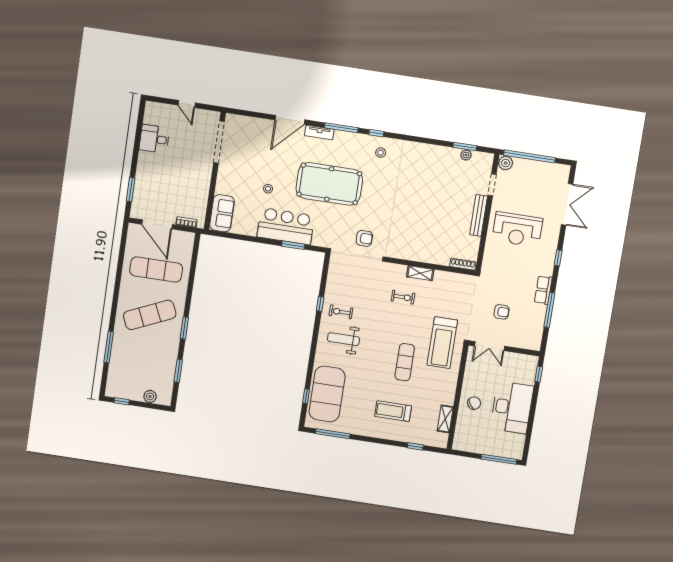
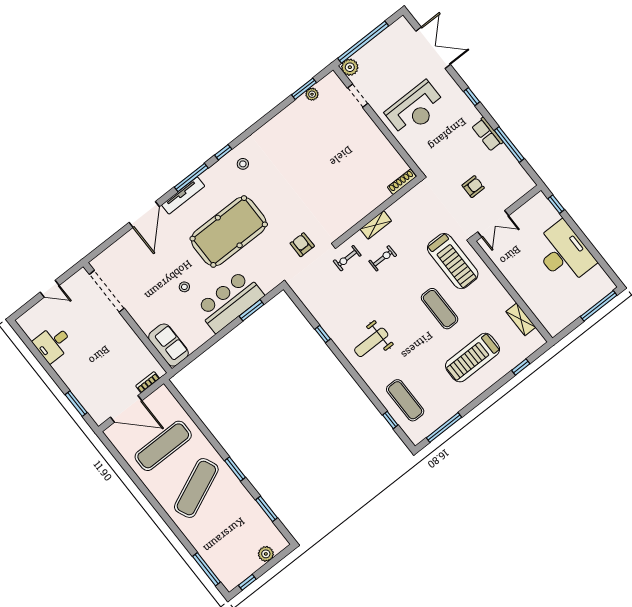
tv unit: (319, 133) -> (183, 196), width x1.41
bench: (479, 215) -> (373, 131), removed
armchair: (364, 238) -> (302, 245), turned -90
exercise bike: (341, 312) -> (347, 258), moved
window: (109, 347) -> (207, 569), moved
exercise mat: (327, 394) -> (405, 400), width x0.50, depth x0.69
chair: (474, 403) -> (530, 282), removed
treadmill: (393, 411) -> (473, 358), width x1.37, depth x1.37

